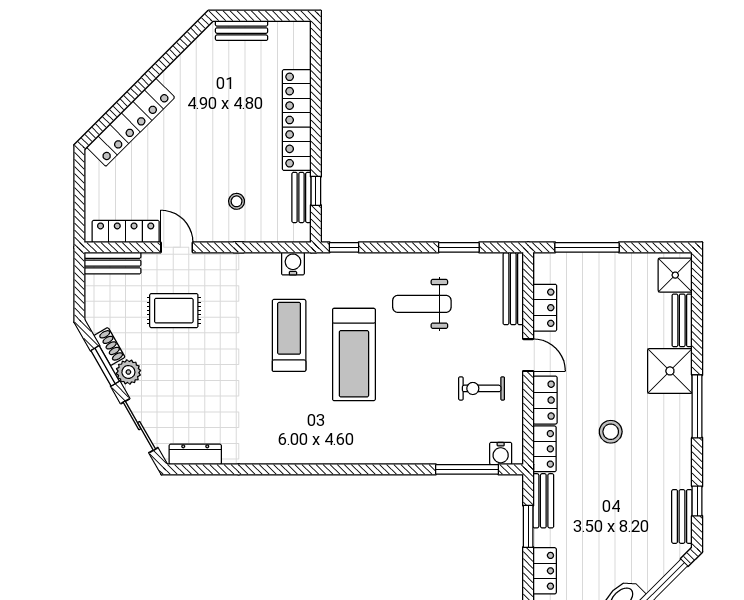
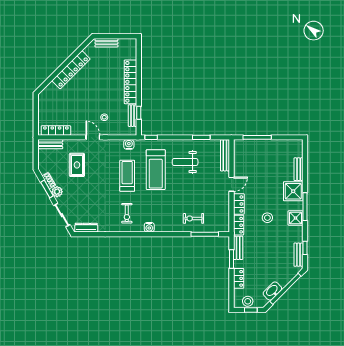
locker: (131, 122) -> (71, 70), moved
door: (177, 247) -> (93, 137), moved
shower: (675, 275) -> (296, 218), moved
locker: (545, 308) -> (239, 164), removed
rug: (174, 311) -> (77, 165), turned 90
treadmill: (354, 355) -> (156, 170), moved
door: (528, 355) -> (231, 184), hinge flipped
exercise bike: (482, 388) -> (193, 218), moved
exercise bike: (288, 422) -> (127, 213), added
water cooler: (501, 453) -> (149, 227), moved

